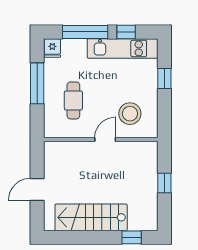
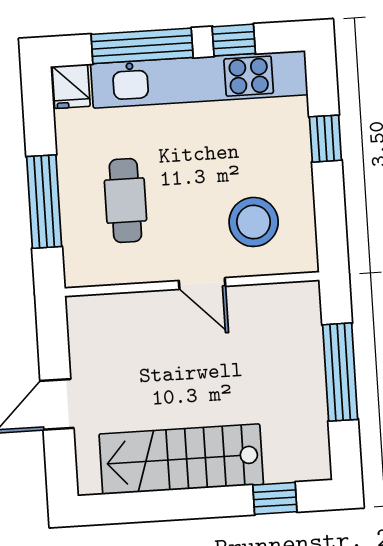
kitchen unit: (123, 48) -> (199, 79), width x1.36
window: (37, 83) -> (44, 202), moved
door: (105, 140) -> (202, 284), swing flipped
window: (164, 183) -> (340, 372), width x2.17

